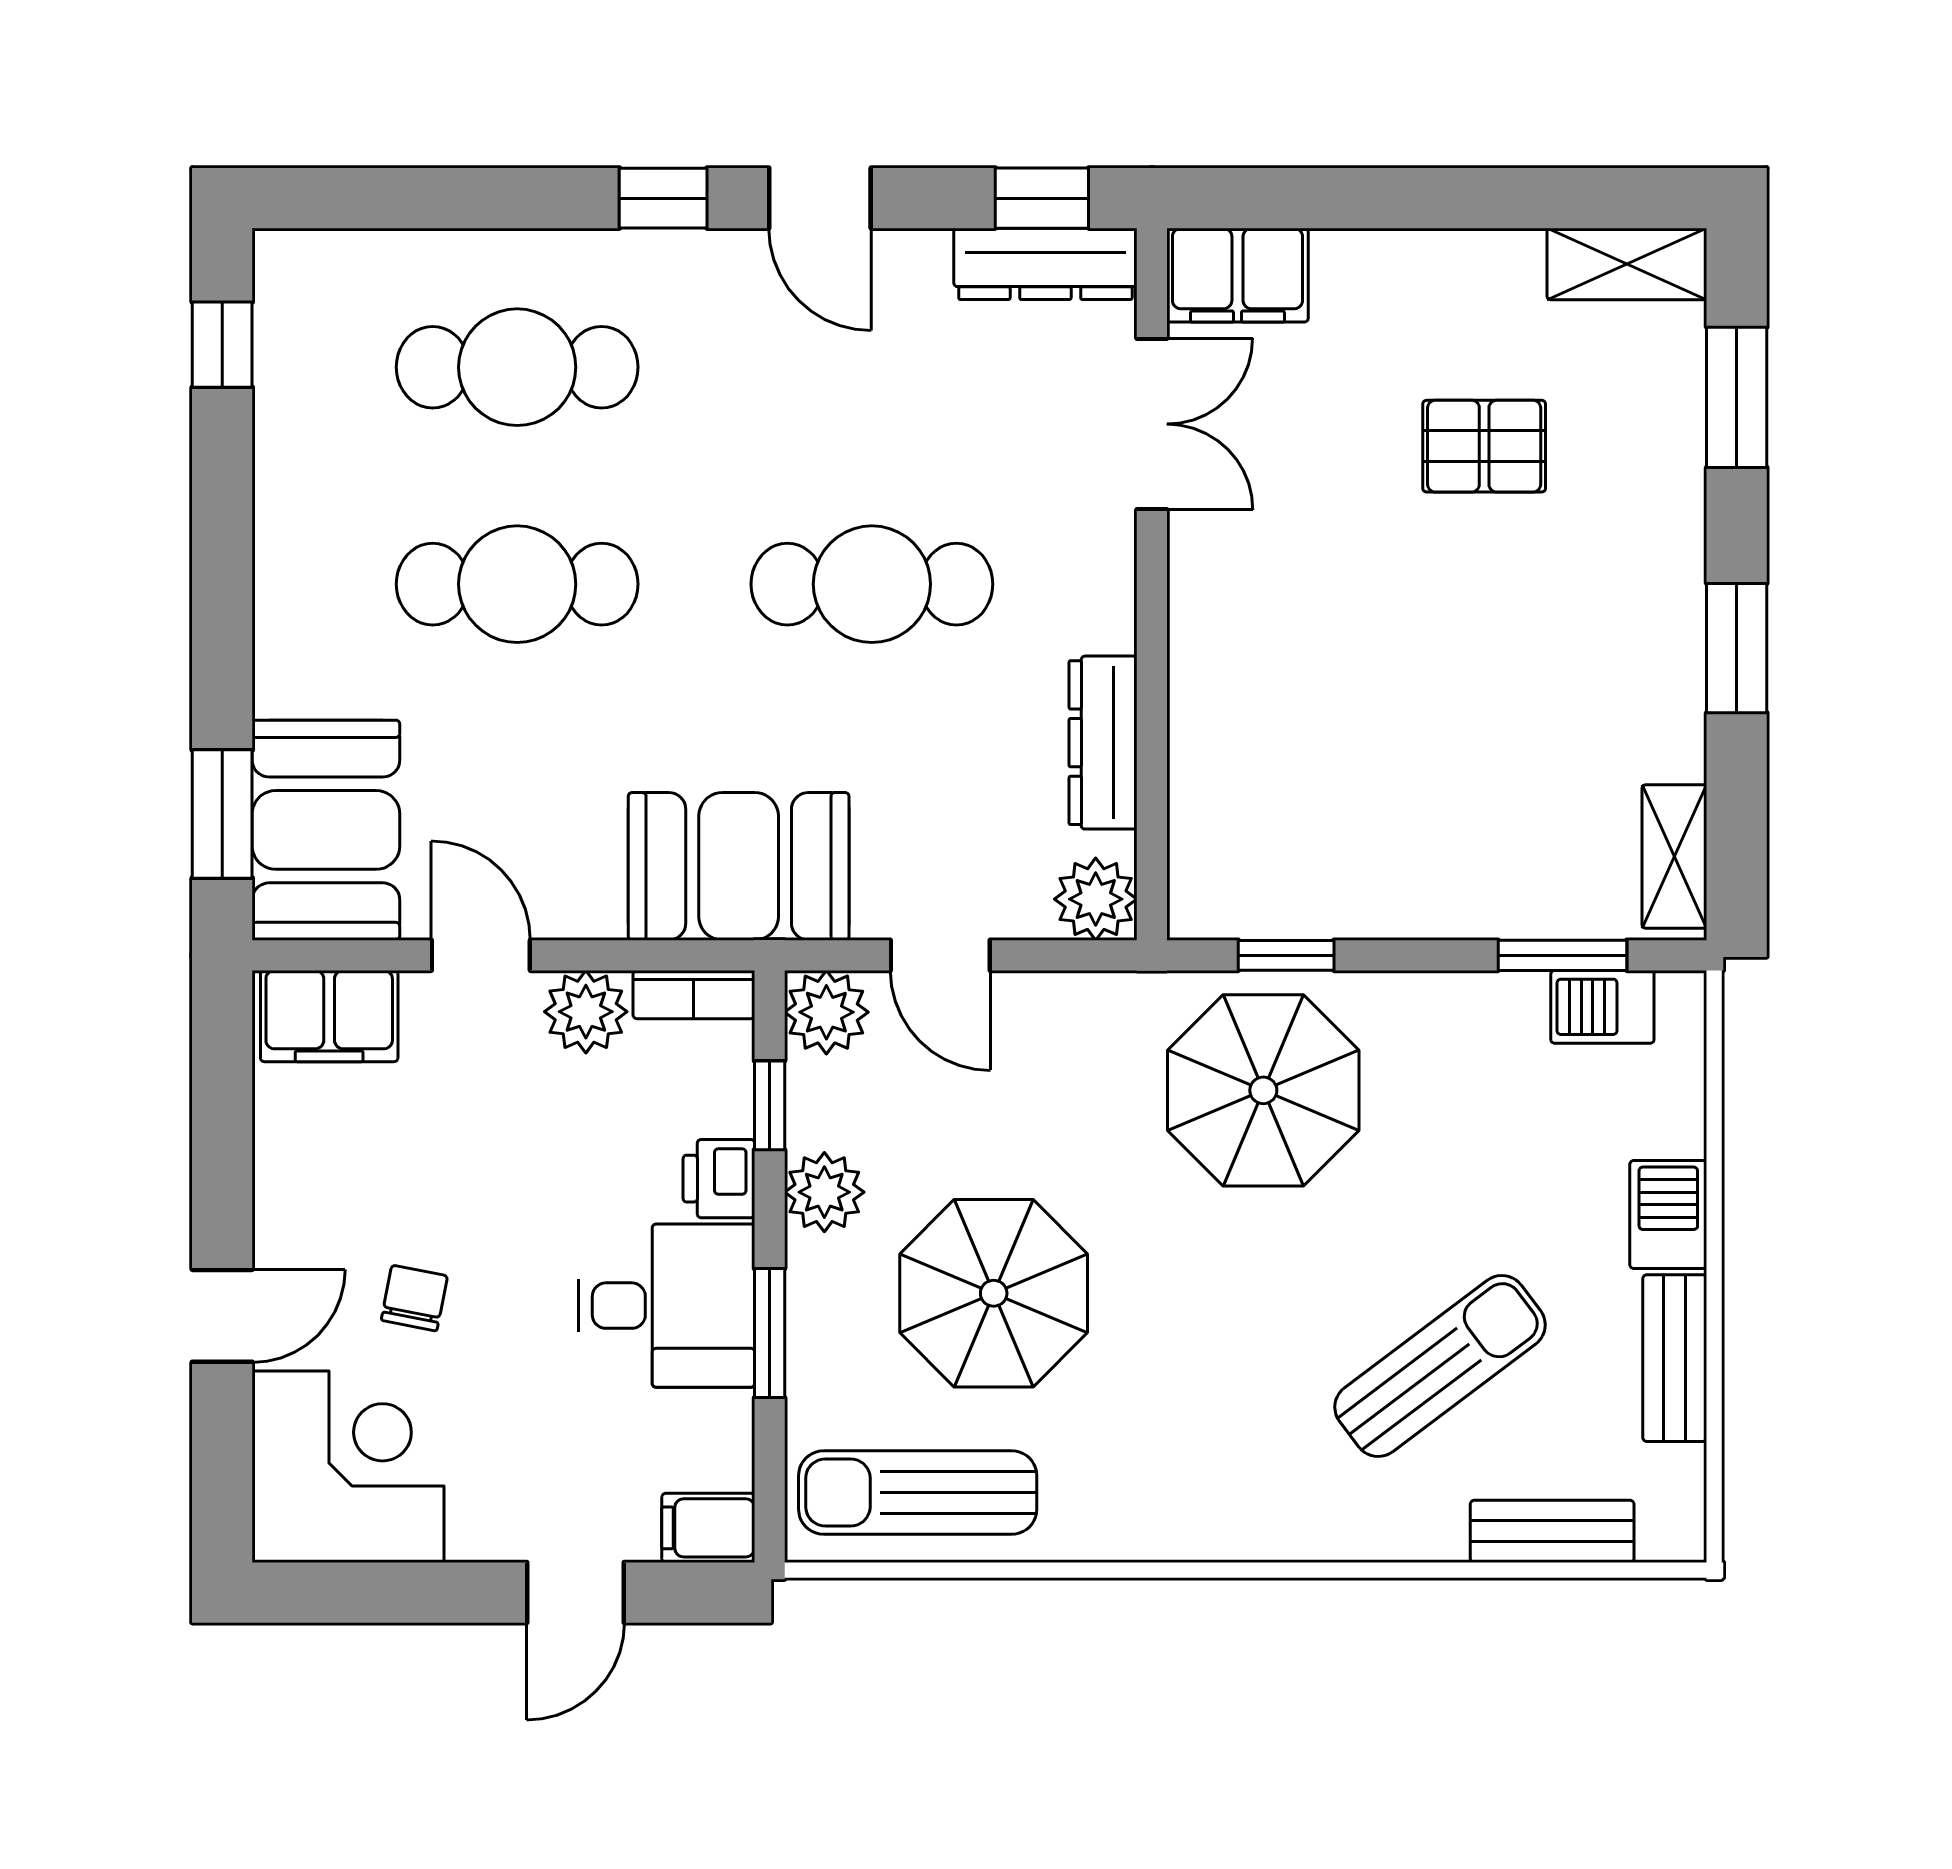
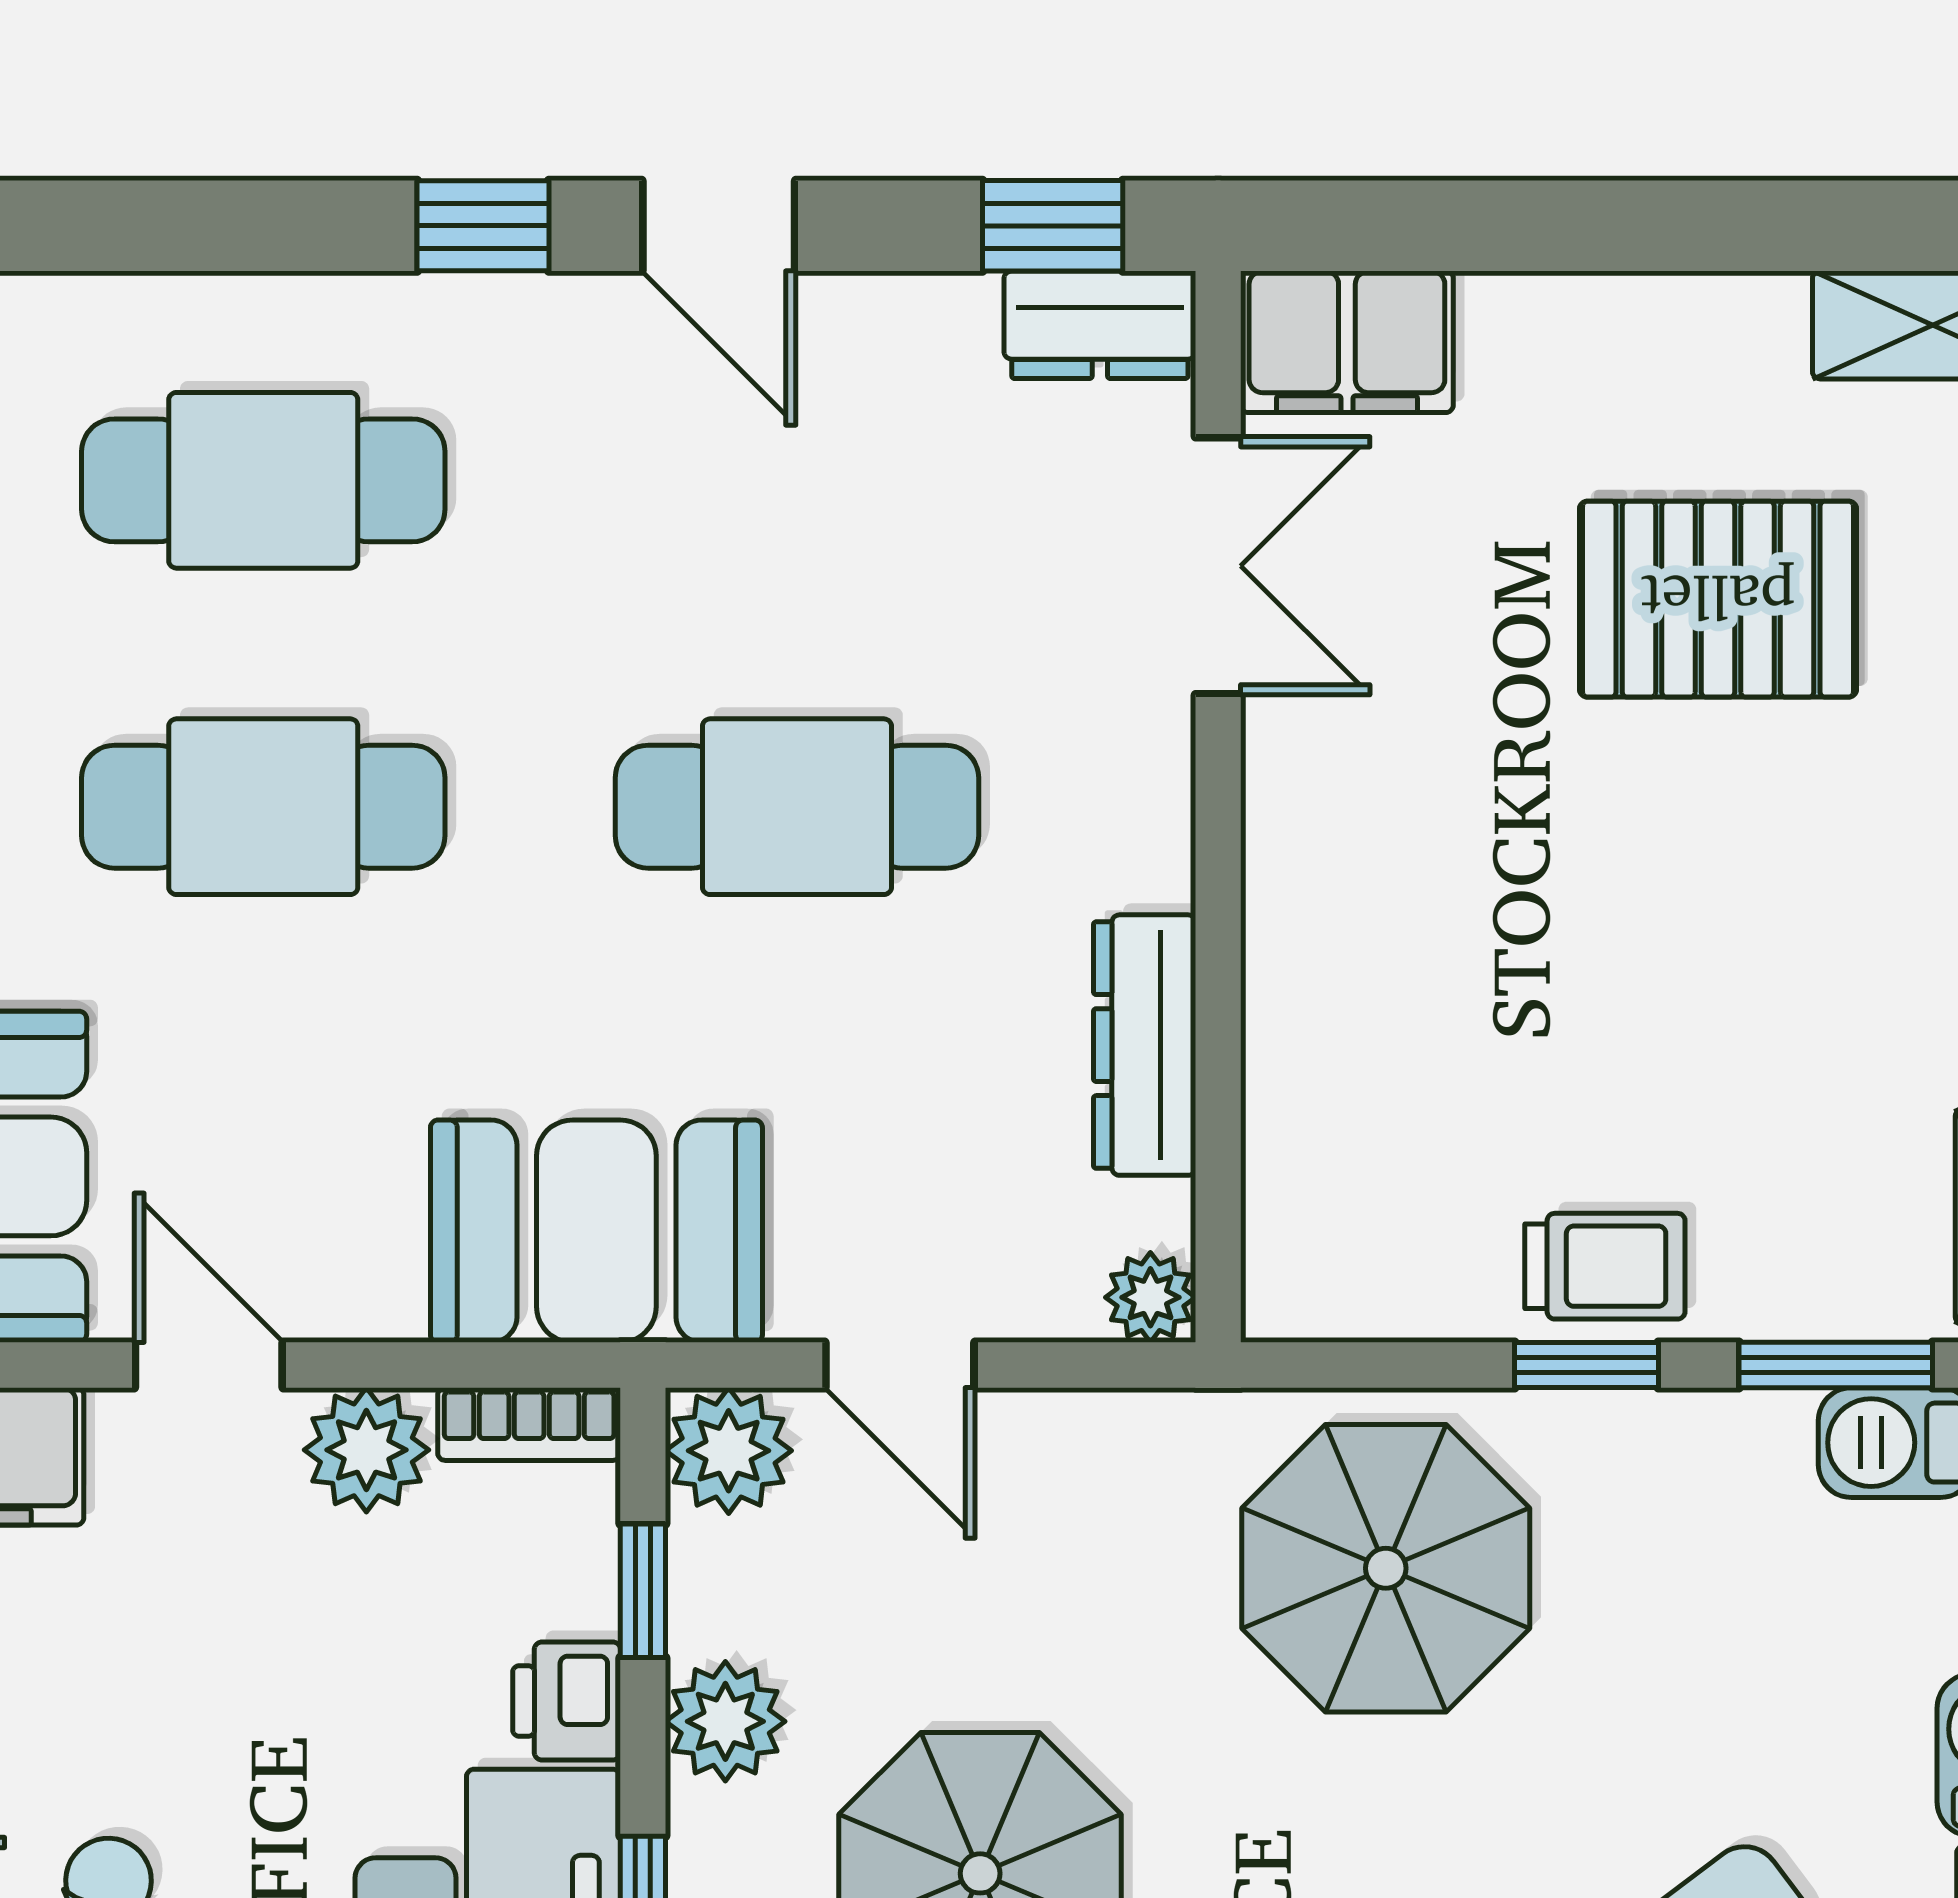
dresser: (1045, 264) -> (1100, 325), width x0.70
pallet: (1484, 446) -> (1718, 599), width x1.50, depth x1.42
trolley: (1409, 890) -> (1605, 1266), added
plant: (1096, 899) -> (1150, 1297), width x0.73, depth x0.73
window: (1286, 955) -> (1586, 1365), moved

